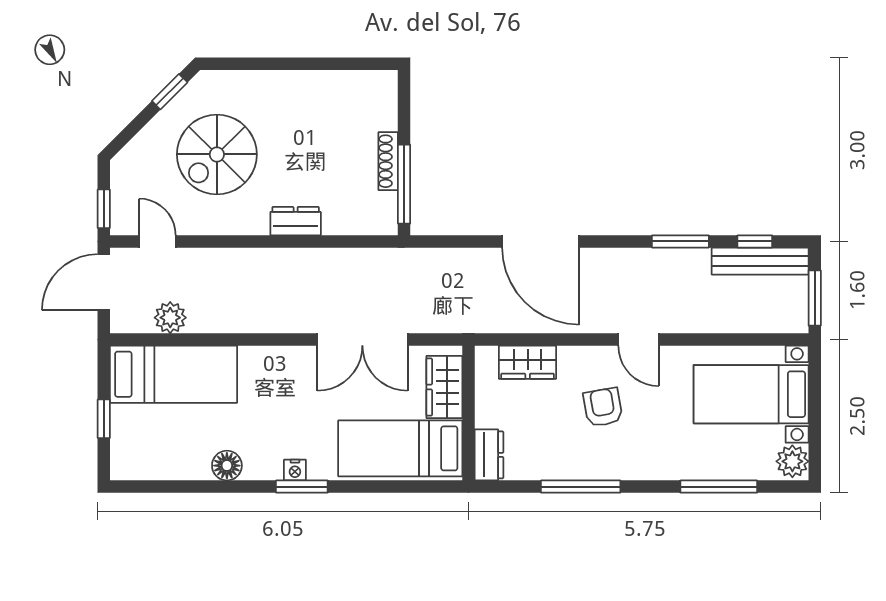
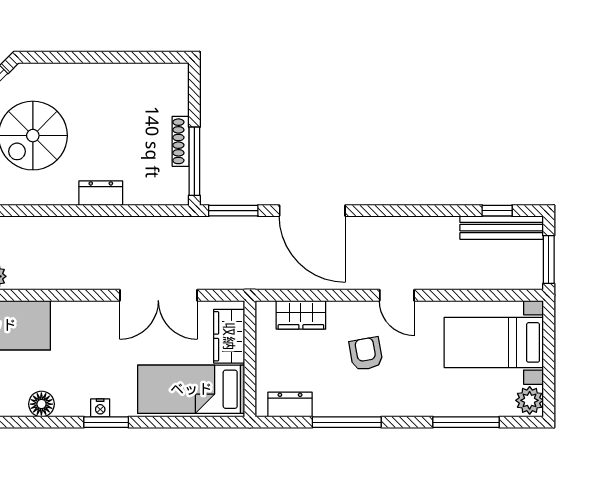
window: (680, 241) -> (233, 211), moved
dresser: (489, 455) -> (290, 404), moved, turned -90

